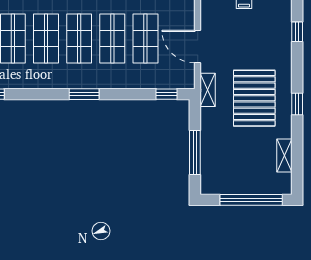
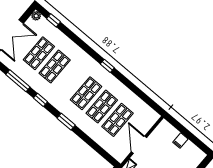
shop shelf: (46, 39) -> (70, 80), removed
window: (166, 94) -> (40, 100), moved

